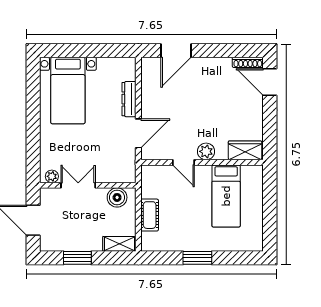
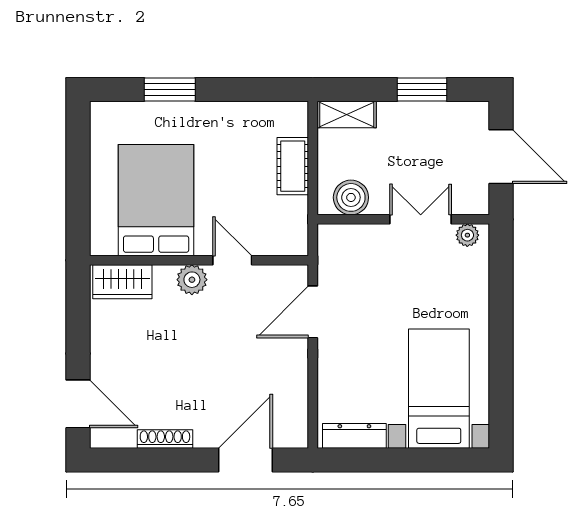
shoe rack: (248, 62) -> (165, 439), moved
dresser: (129, 99) -> (354, 436), moved, turned -90
double door: (78, 185) -> (421, 219), swing flipped
bed: (226, 196) -> (156, 200), width x1.50
window: (197, 258) -> (170, 90), moved

